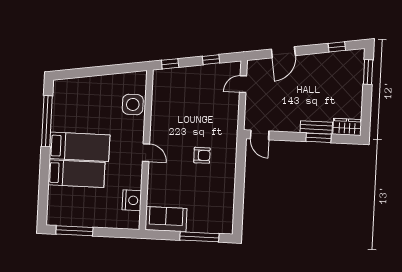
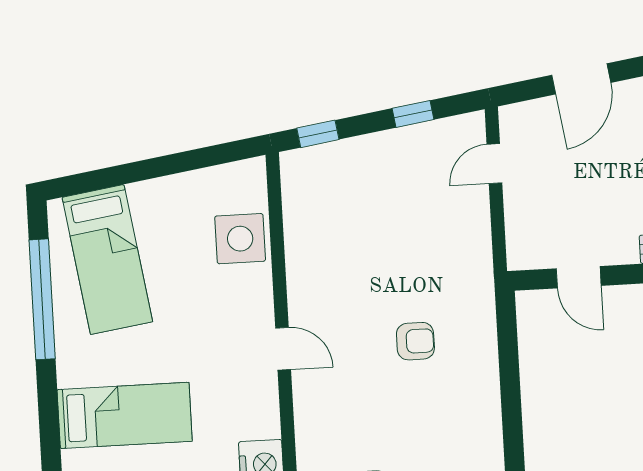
door: (260, 135) -> (579, 277), moved
bed: (79, 147) -> (107, 260), moved, turned 81

